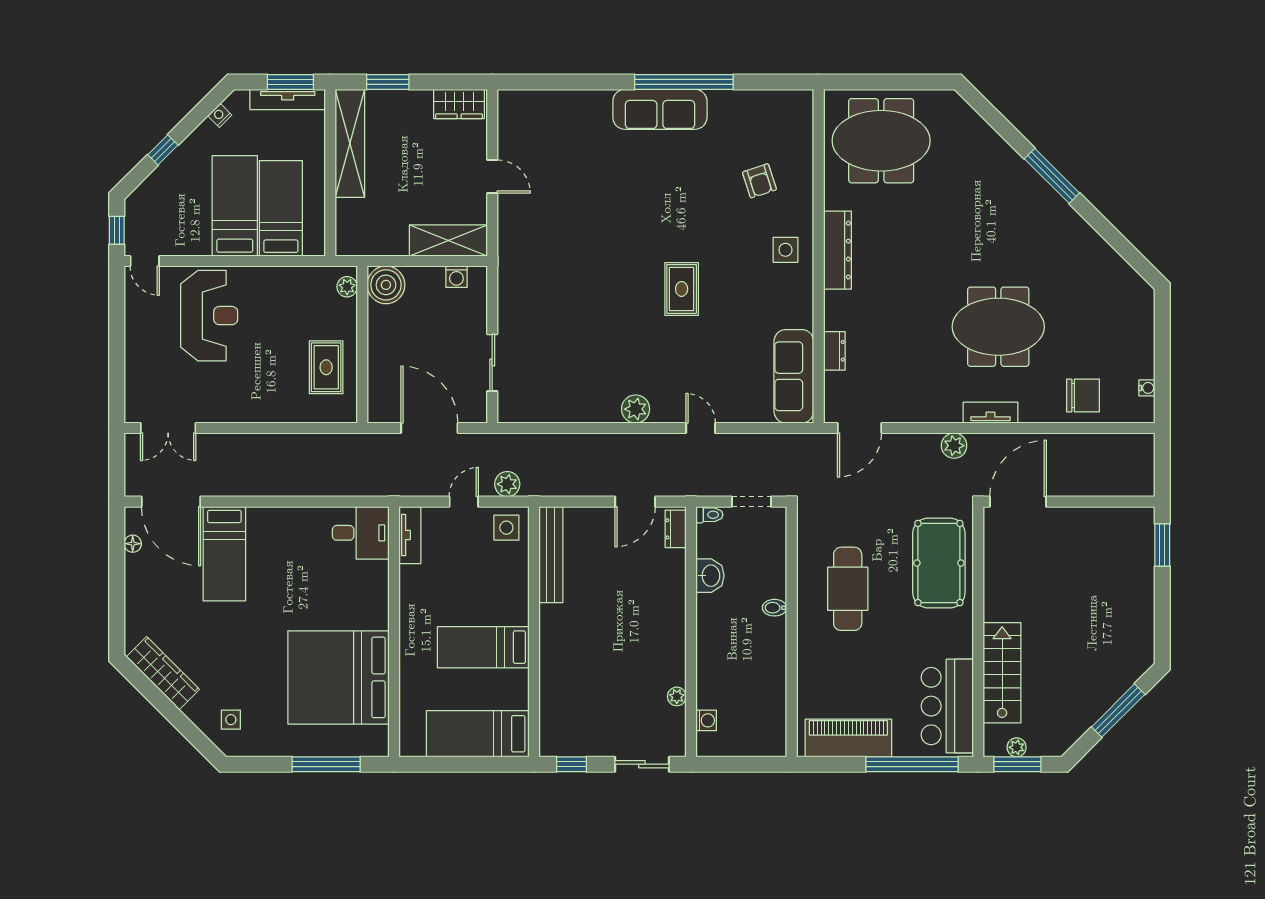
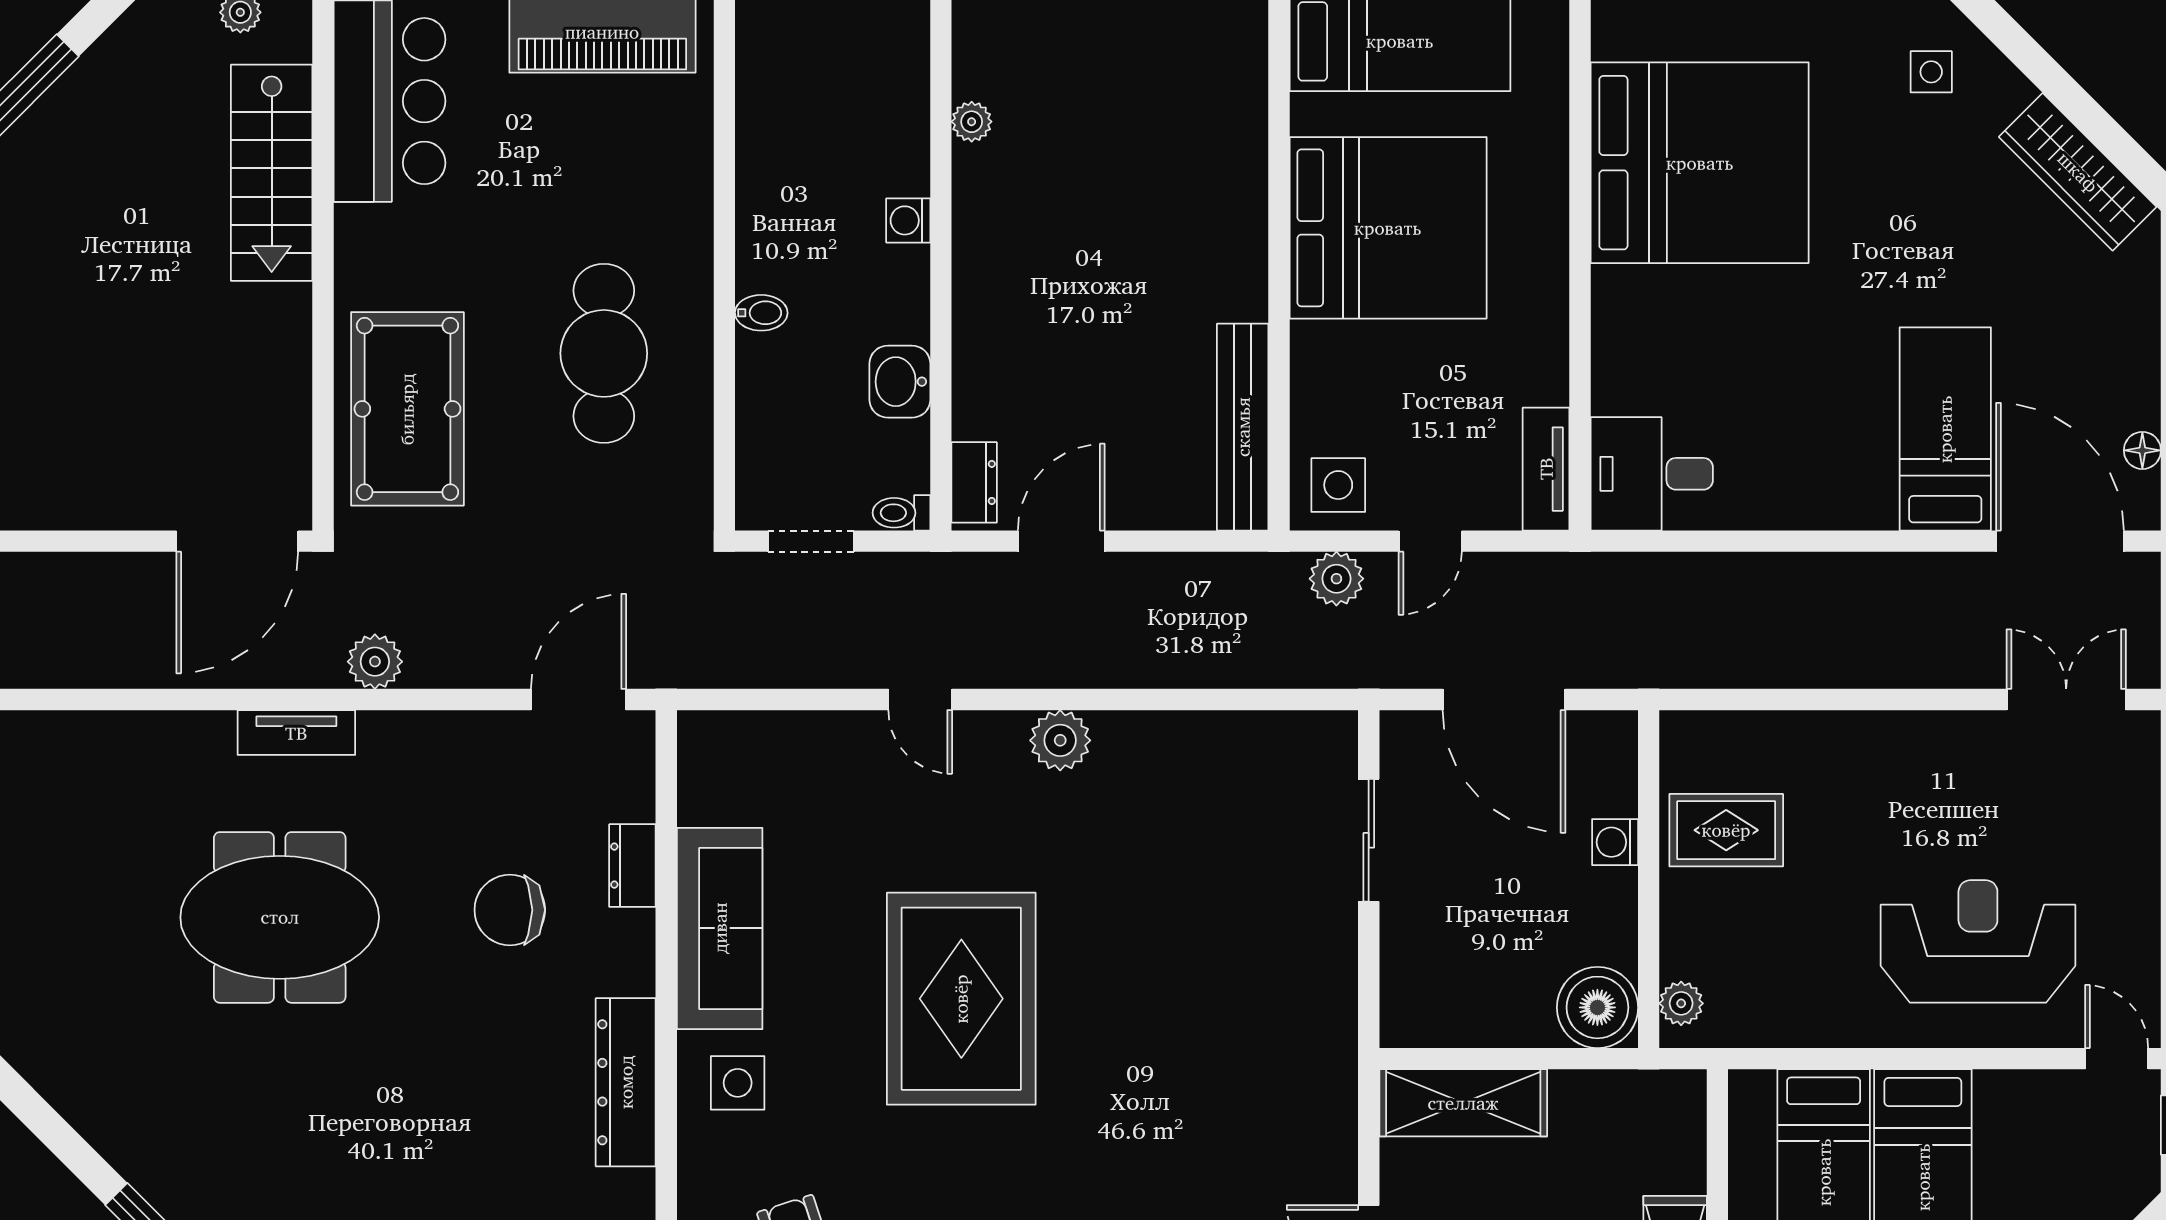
washing machine: (456, 277) -> (1615, 842), moved, turned -90
rug: (682, 289) -> (961, 999), width x1.86, depth x2.06
reception desk: (209, 316) -> (1978, 941), turned 90
rug: (326, 367) -> (1726, 830), turned 90
sofa: (794, 376) -> (720, 928), moved
chair: (1083, 396) -> (510, 910), moved
bed: (483, 647) -> (1388, 228), width x2.04
washing machine: (706, 720) -> (908, 220), moved

